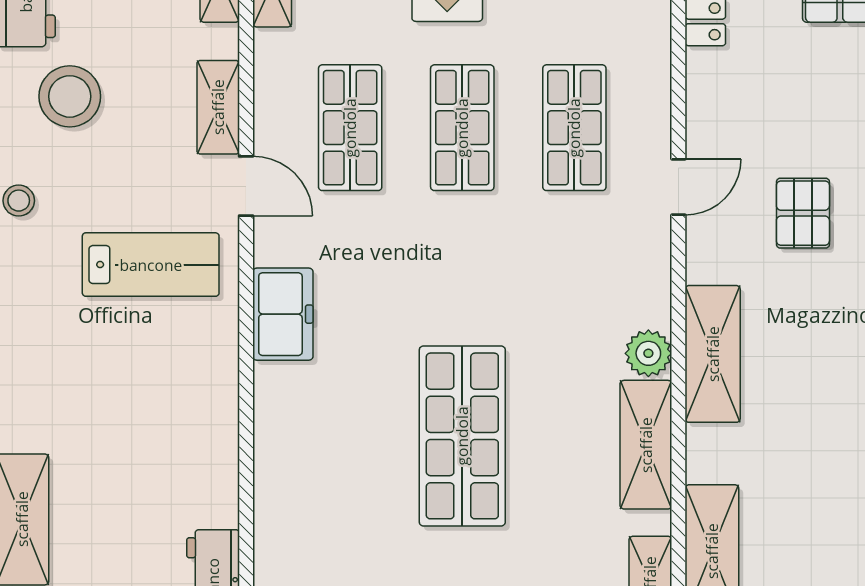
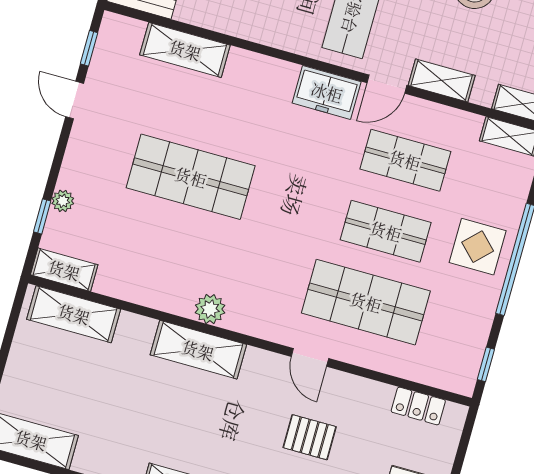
shop shelf: (574, 128) -> (366, 302), width x1.43, depth x1.36
pallet: (803, 213) -> (310, 437), moved
freezer: (283, 314) -> (327, 92), moved
shelving: (646, 445) -> (185, 50), moved

